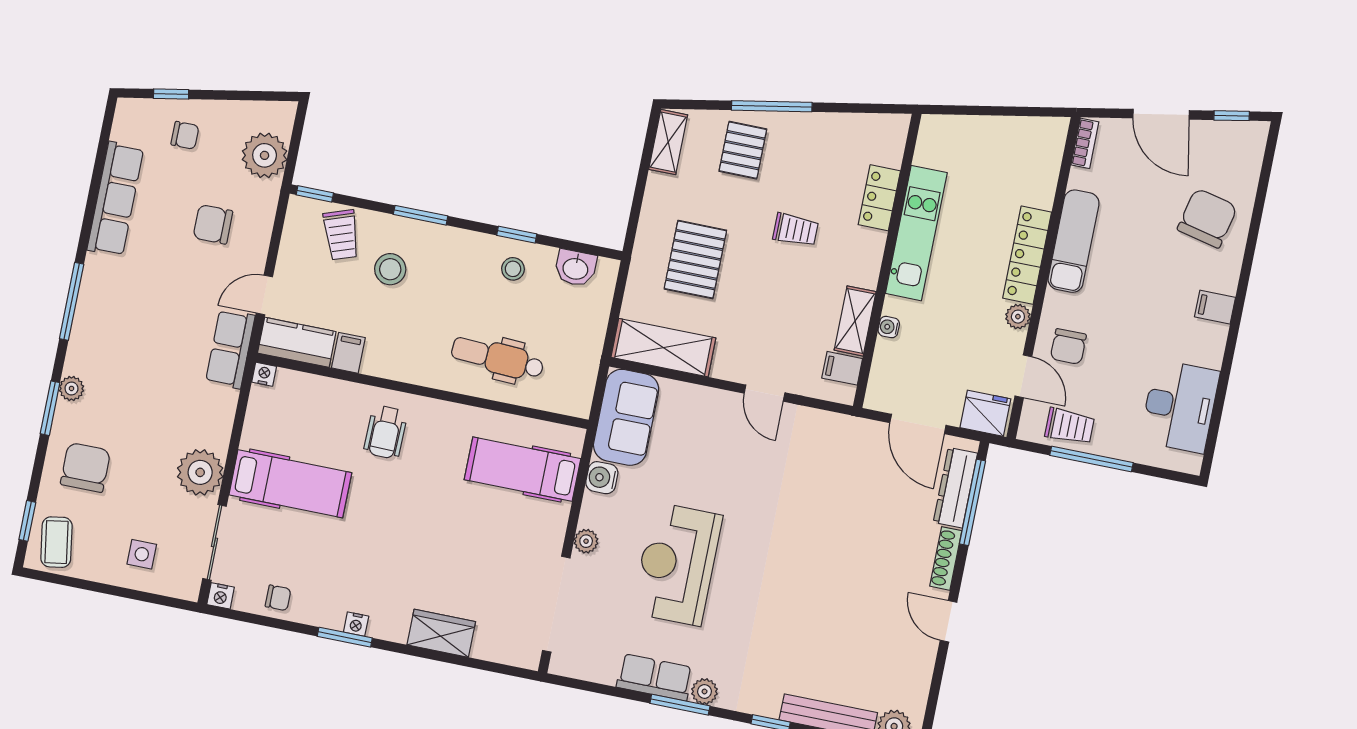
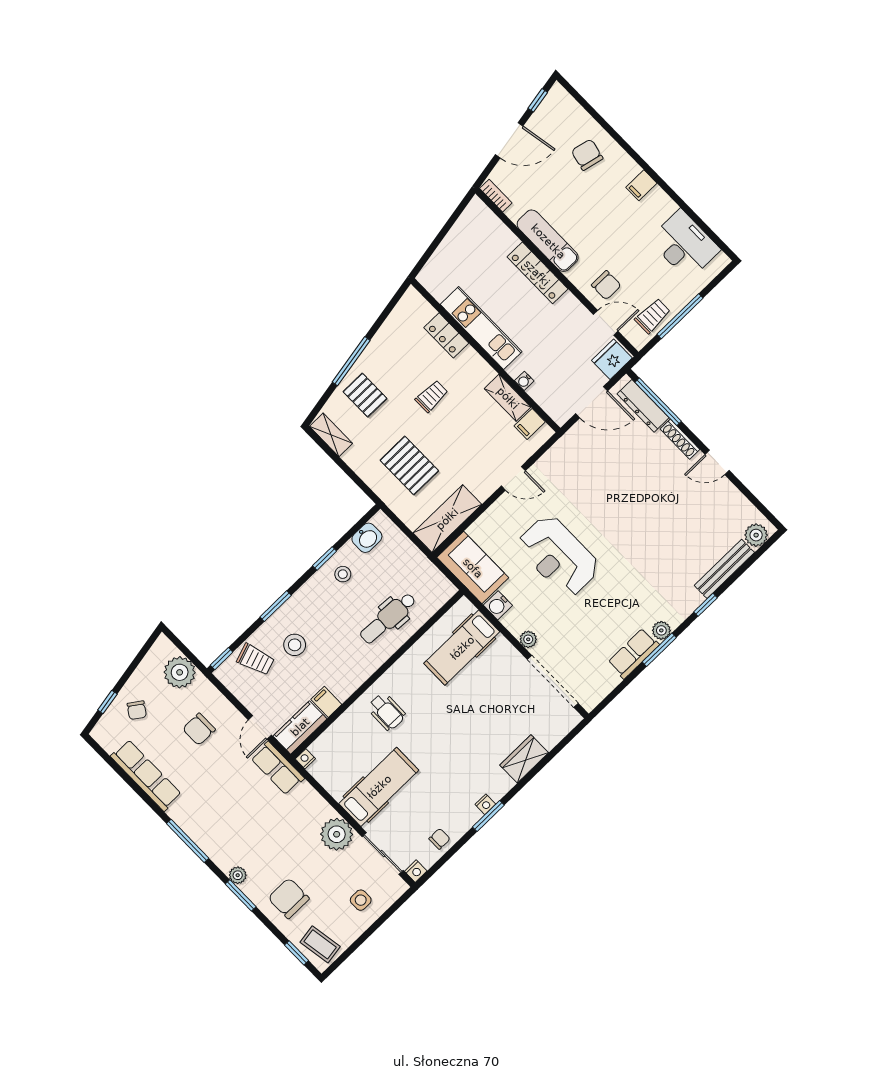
chair: (185, 135) -> (137, 710), turned 125
chair: (1207, 218) -> (587, 155), width x0.73, depth x0.73
plant: (1018, 317) -> (569, 302), removed
reception desk: (677, 564) -> (558, 556), moved

